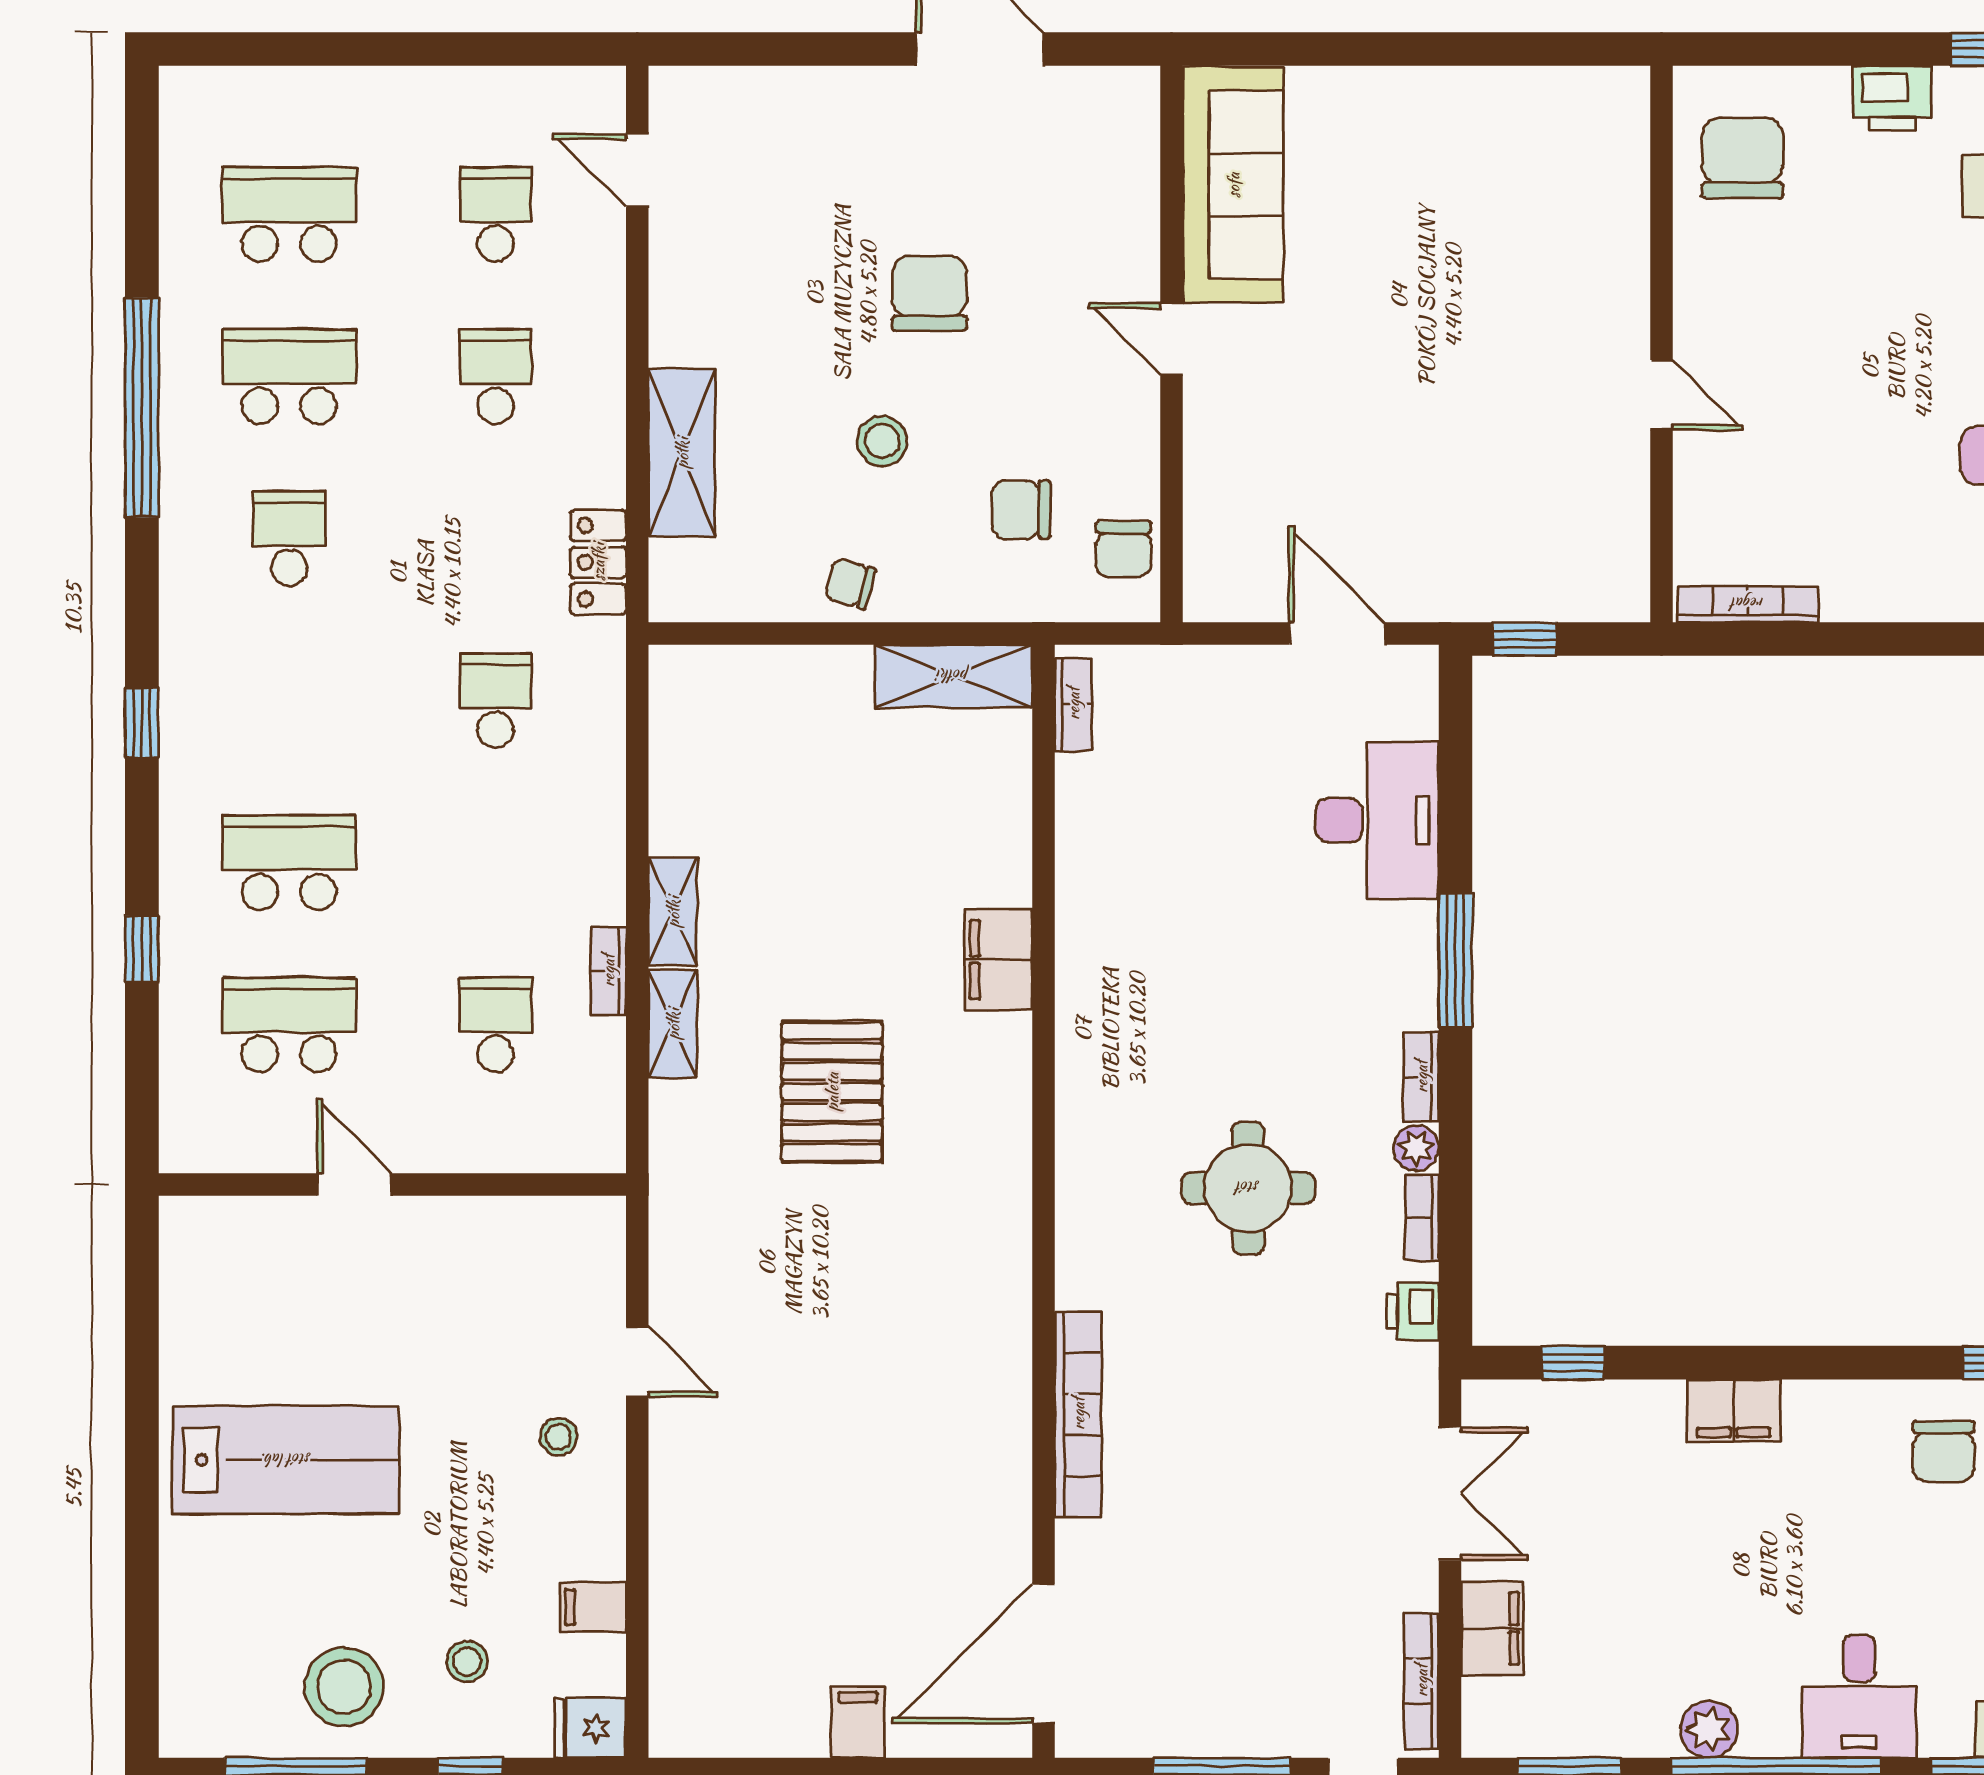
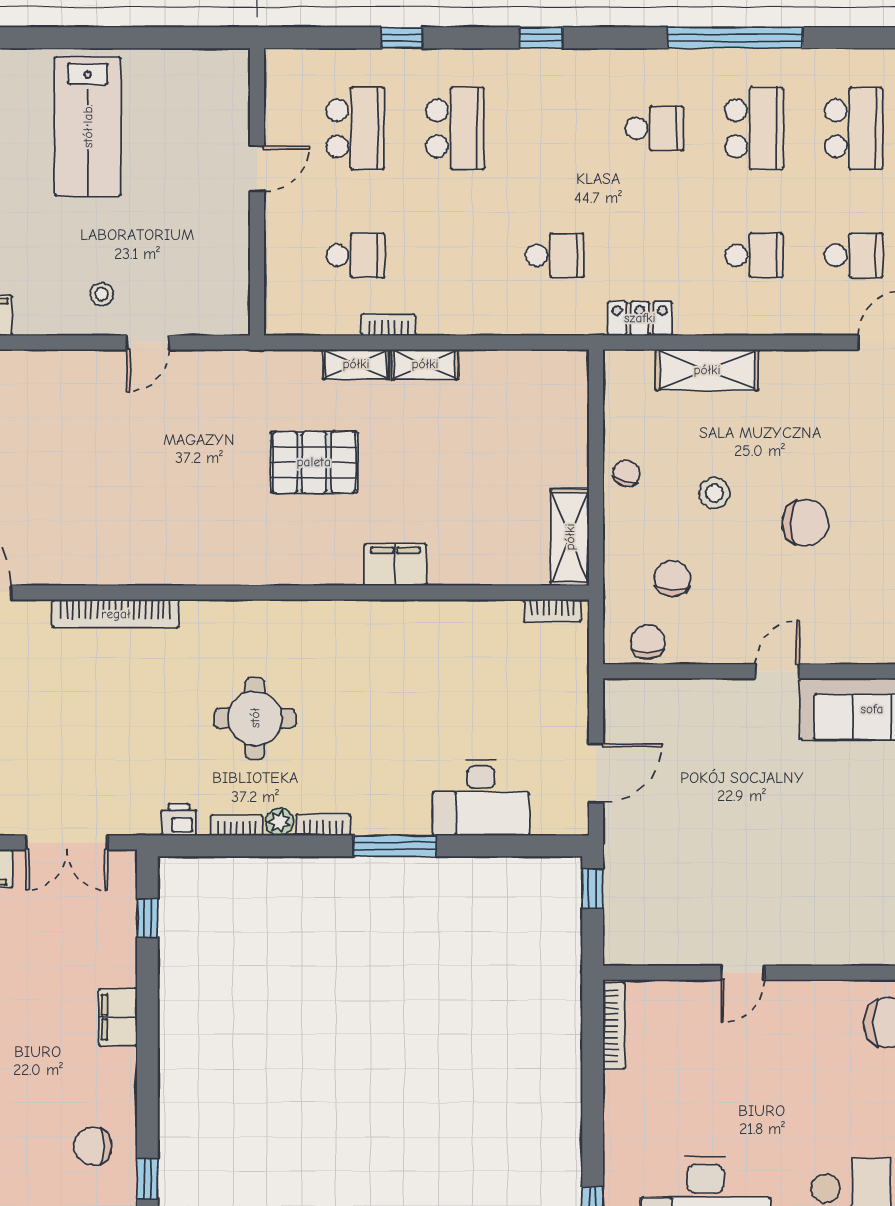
chair: (1124, 549) -> (648, 642), turned 90

